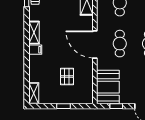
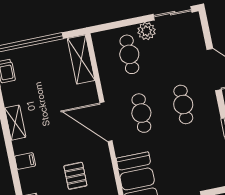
filing cabinet: (35, 50) -> (25, 161), moved

